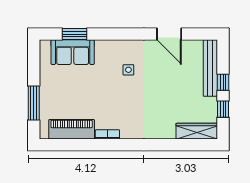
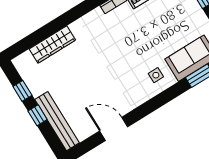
side table: (128, 70) -> (156, 75), moved
wardrobe: (197, 131) -> (52, 45), moved

